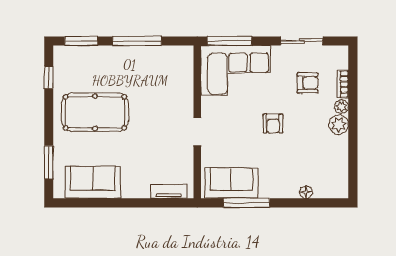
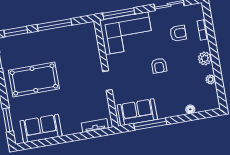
plant: (342, 107) -> (210, 79), moved

